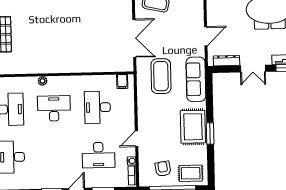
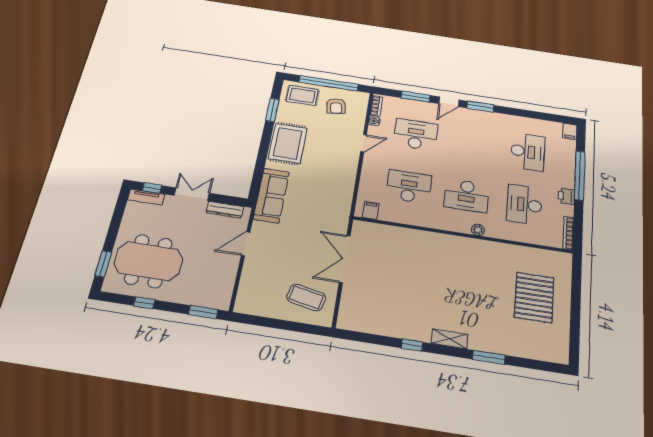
coffee table: (161, 76) -> (317, 207), removed
desk: (97, 107) -> (409, 187), turned -90
window: (210, 134) -> (272, 110), moved

